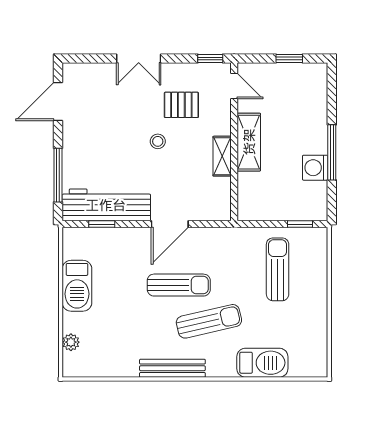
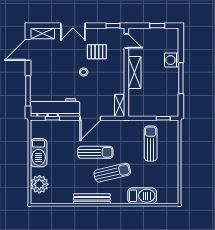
shelving: (84, 72) -> (42, 33), added
shelving: (222, 156) -> (120, 105), moved
washing machine: (315, 168) -> (172, 60), moved
plant: (71, 342) -> (39, 184), width x1.87, depth x1.87

